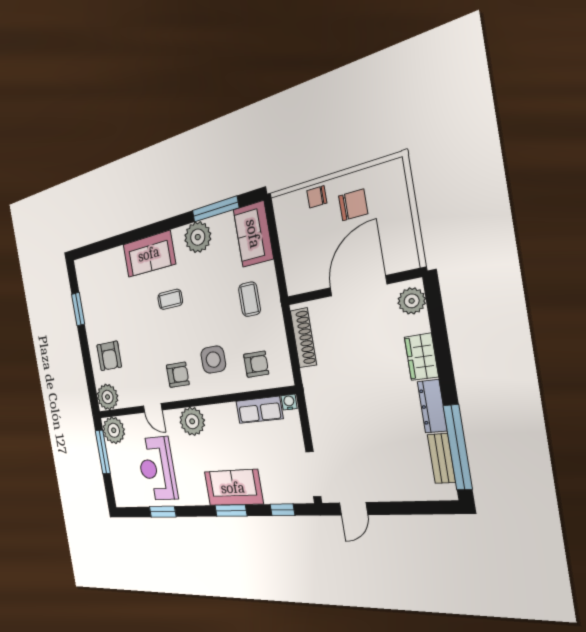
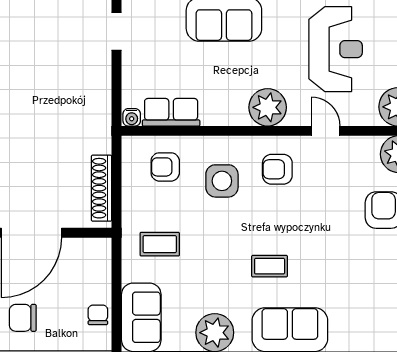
chair: (317, 197) -> (98, 315), moved, turned -90
coffee table: (250, 299) -> (160, 244), turned 90
doorway: (313, 474) -> (117, 31), width x0.73

